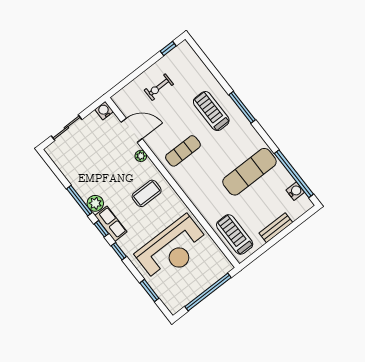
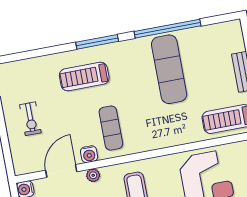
window: (294, 174) -> (167, 29), moved
water cooler: (295, 191) -> (89, 154), moved, turned 180

